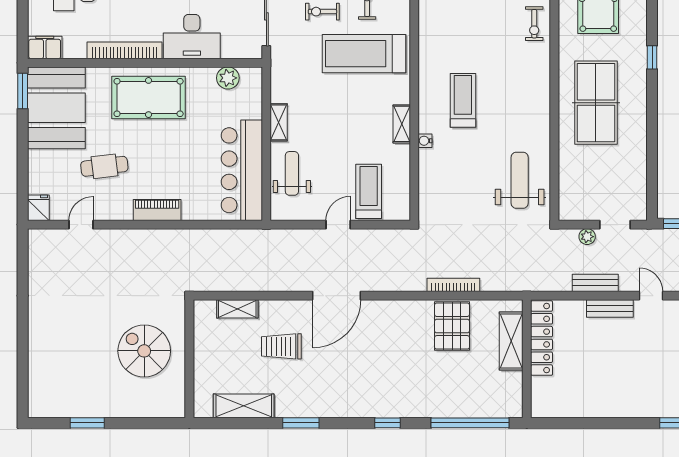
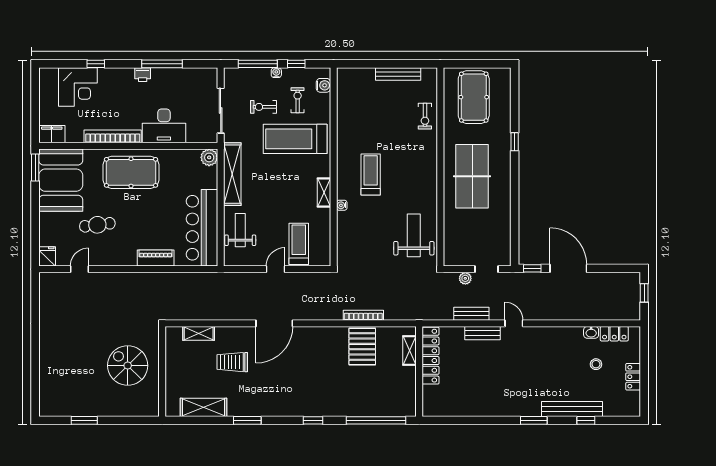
plant: (228, 78) -> (209, 157), moved
shelving: (279, 122) -> (232, 174), width x2.20, depth x1.33
piano: (157, 210) -> (156, 258), moved
shelving: (511, 341) -> (410, 351), width x0.67, depth x0.75

